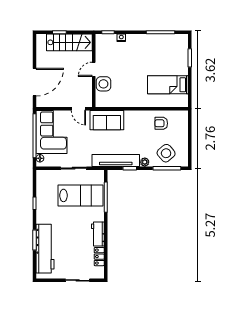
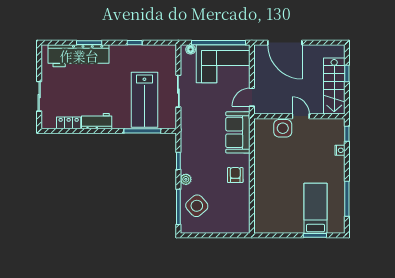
bed: (168, 85) -> (316, 208), moved
armchair: (161, 123) -> (235, 175), moved
tv unit: (116, 160) -> (188, 143), removed

